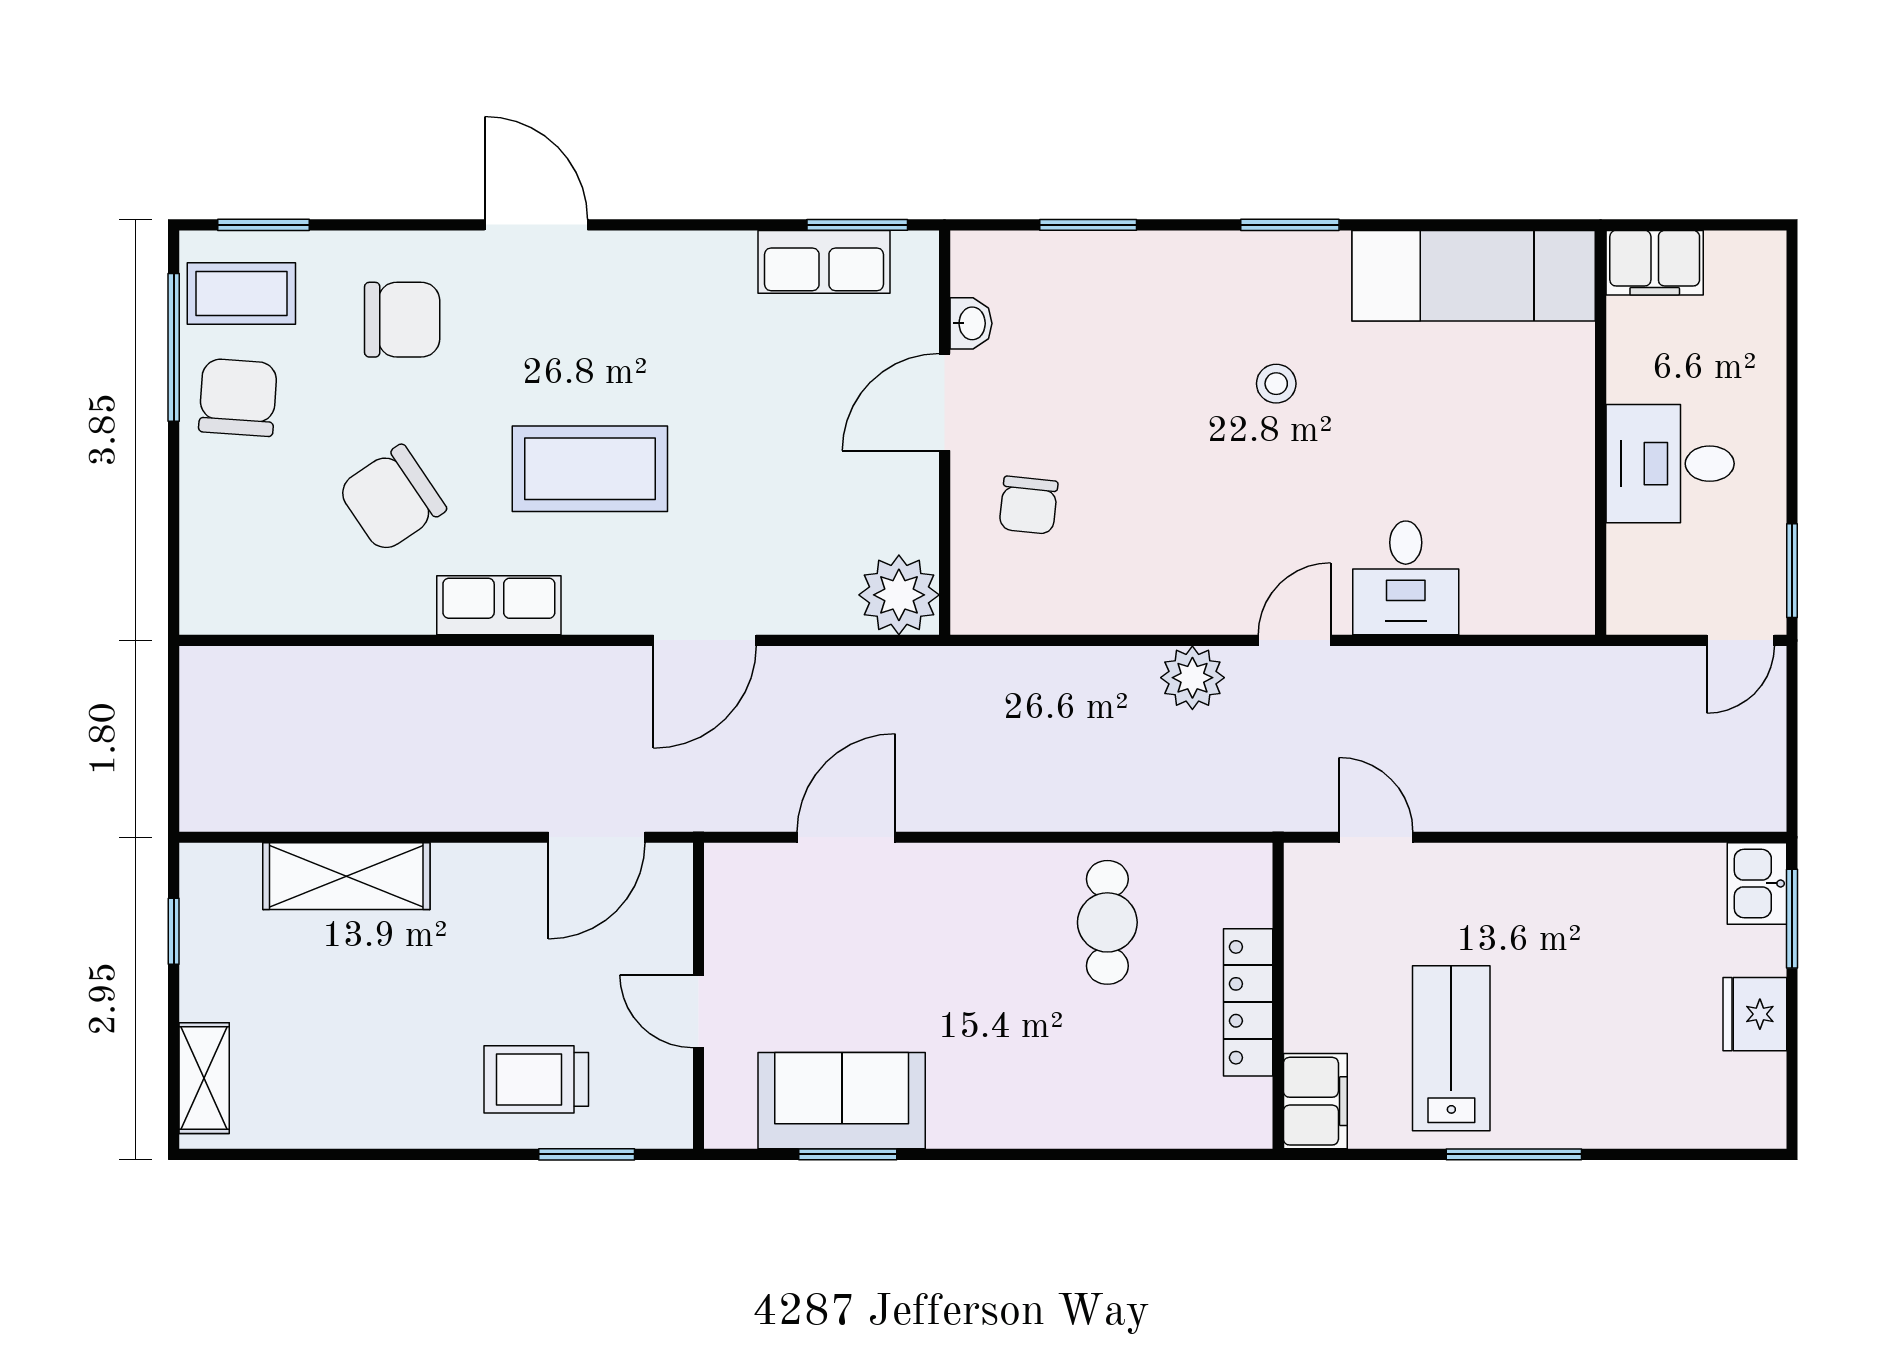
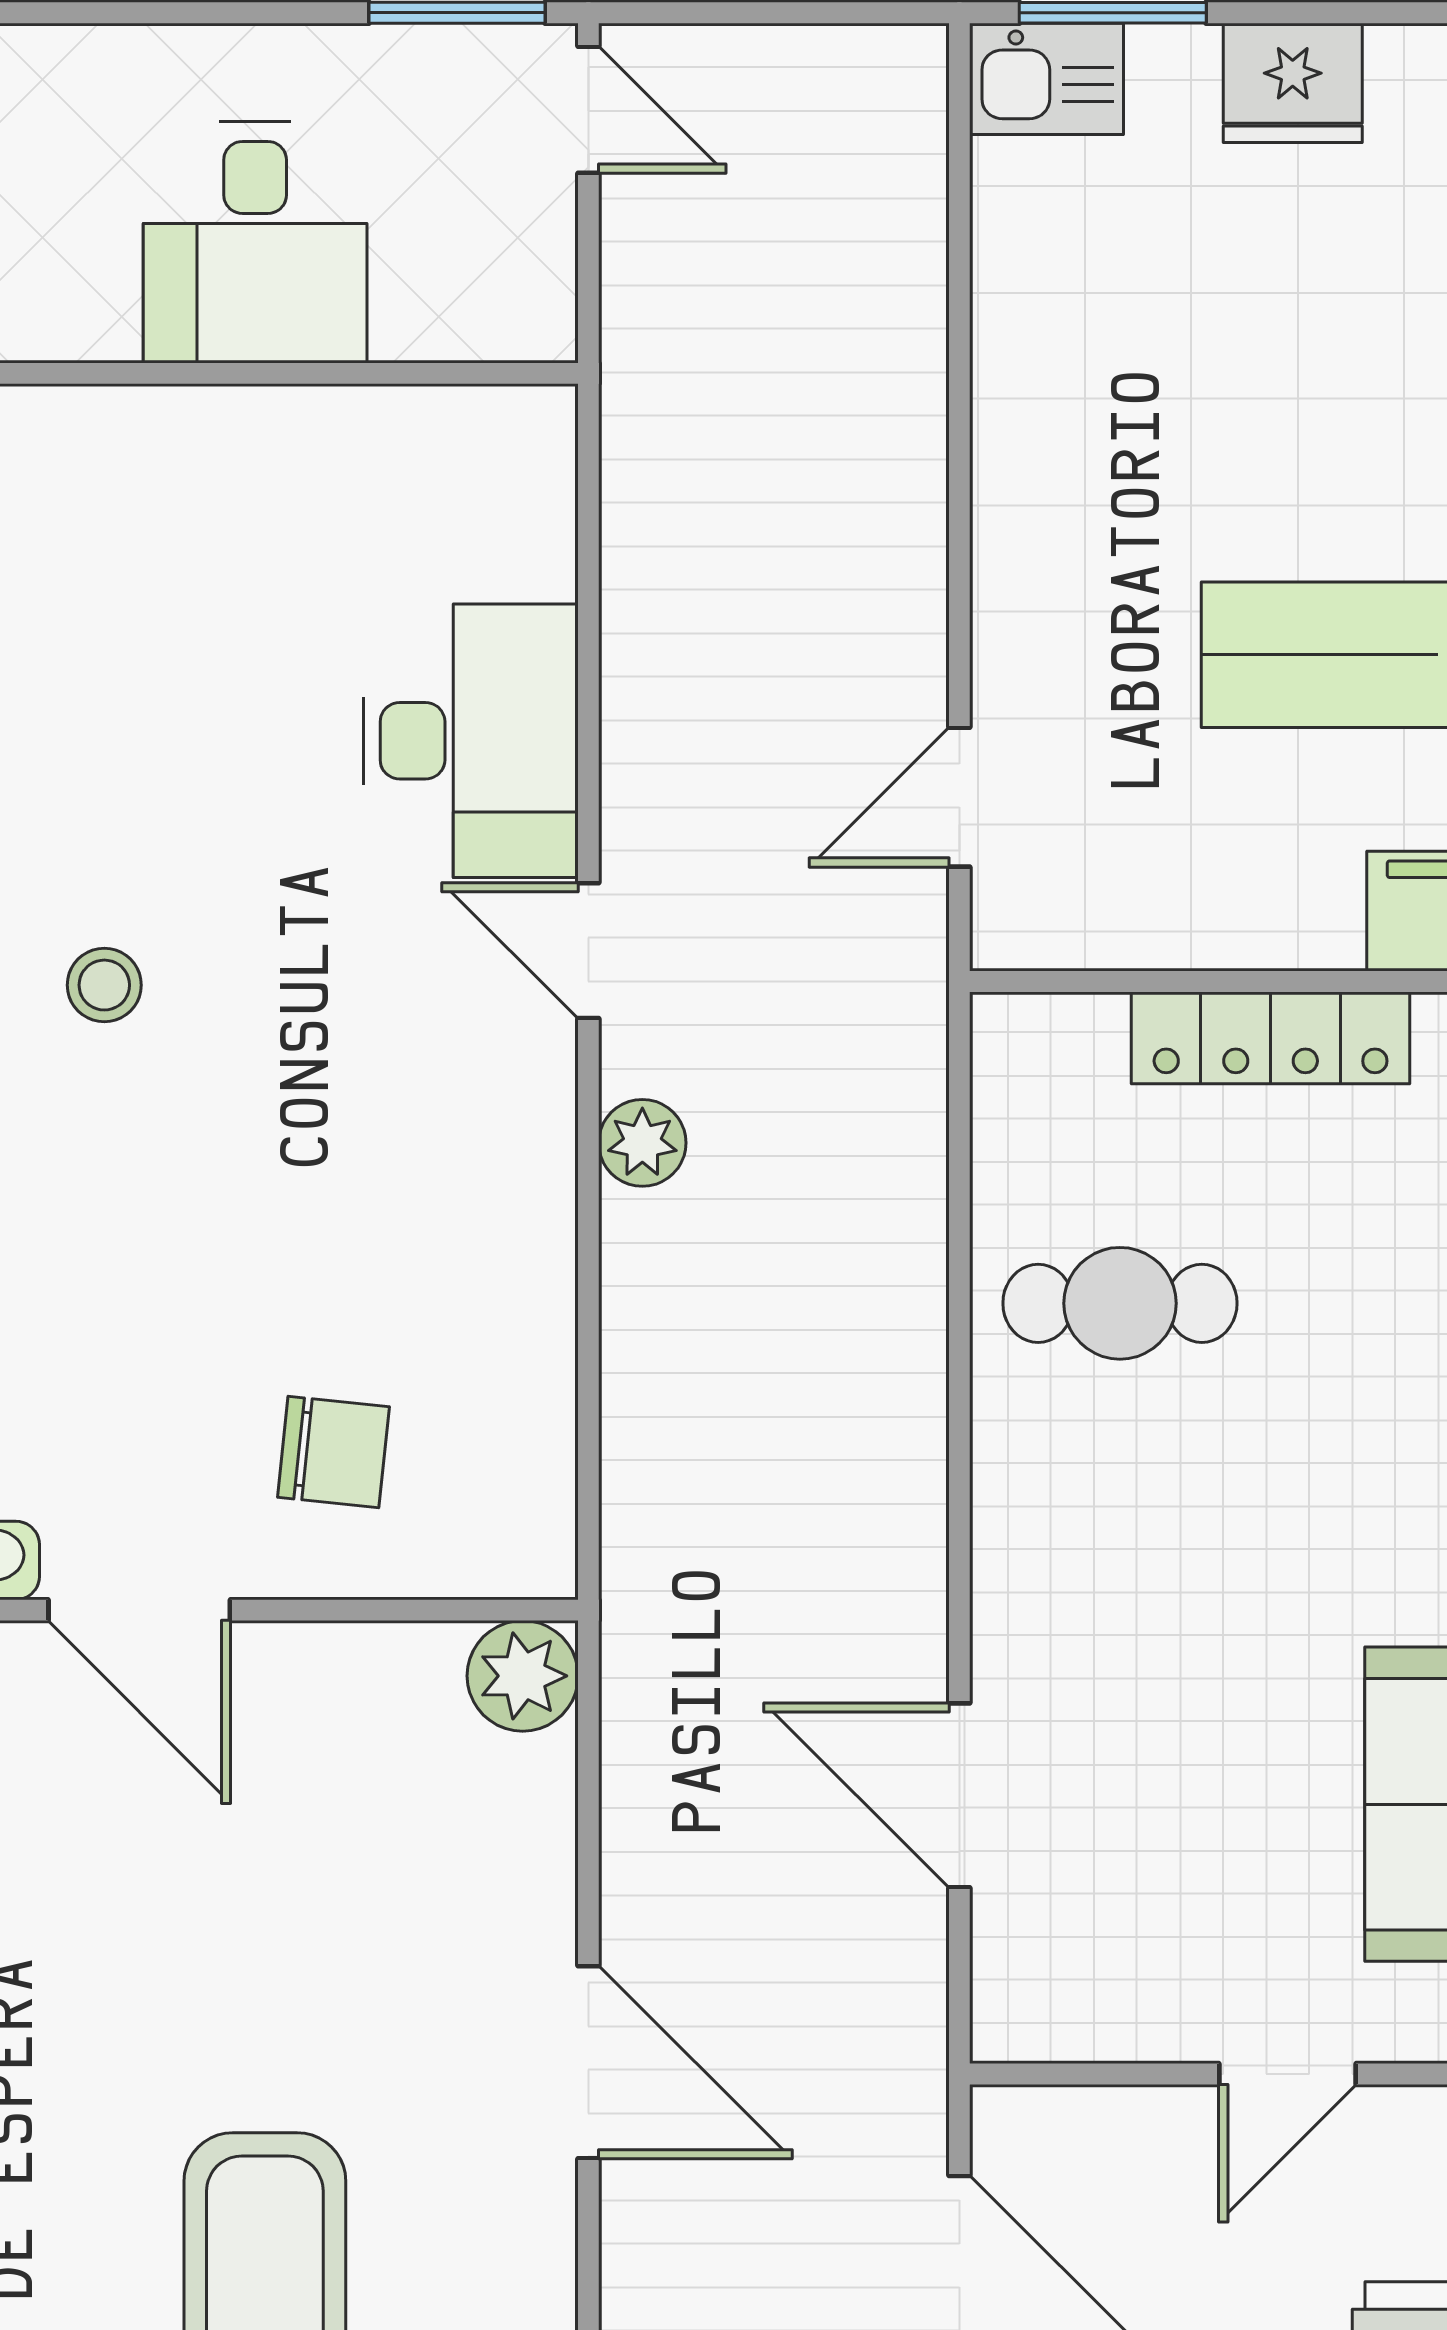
desk: (1406, 578) -> (471, 741), width x1.37
plant: (899, 595) -> (523, 1676), width x0.73, depth x0.73
plant: (1192, 678) -> (642, 1143), width x0.73, depth x0.73

